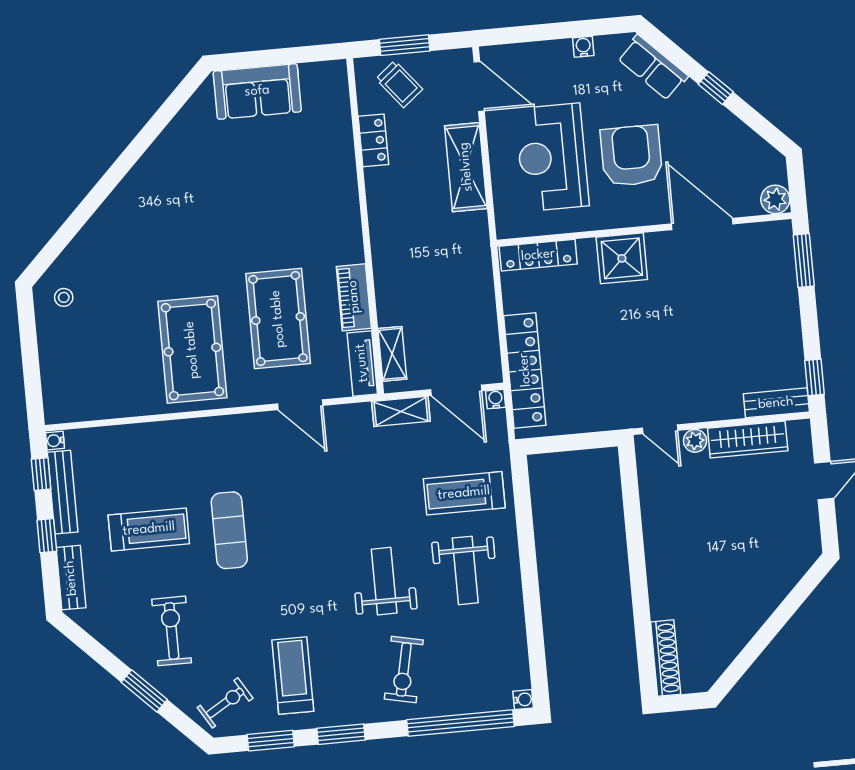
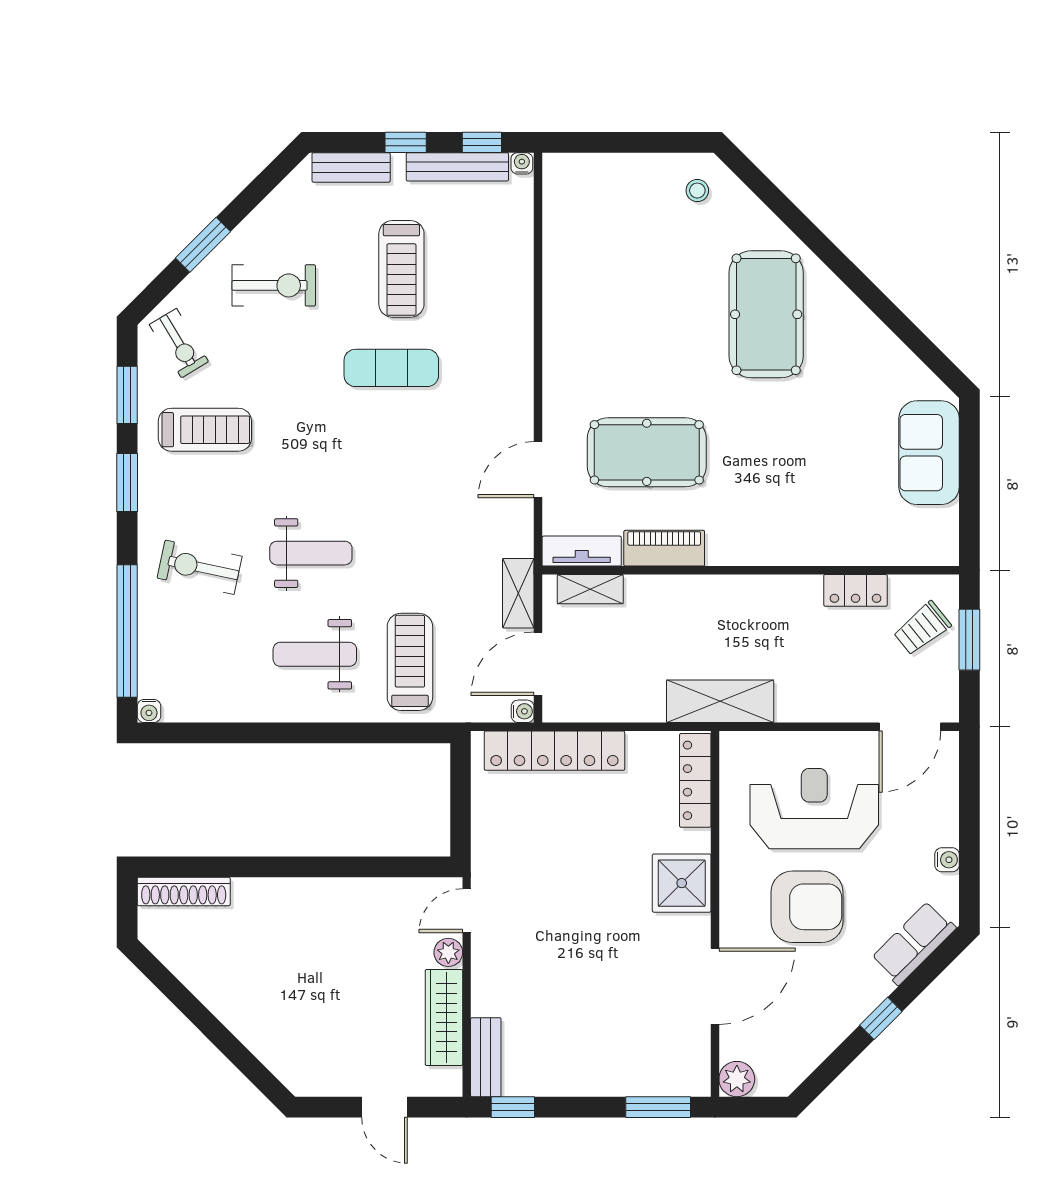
shelving: (466, 167) -> (720, 701), moved
pool table: (192, 350) -> (766, 314), moved, turned 90

